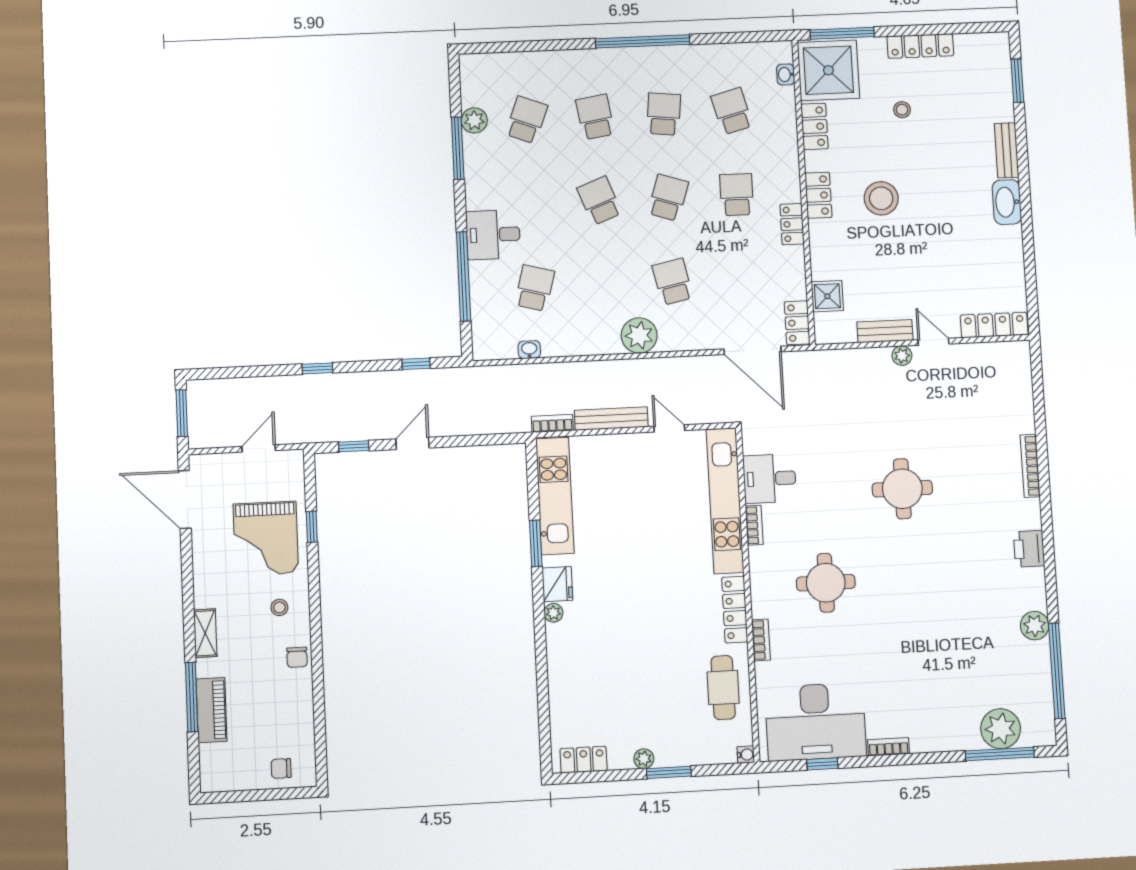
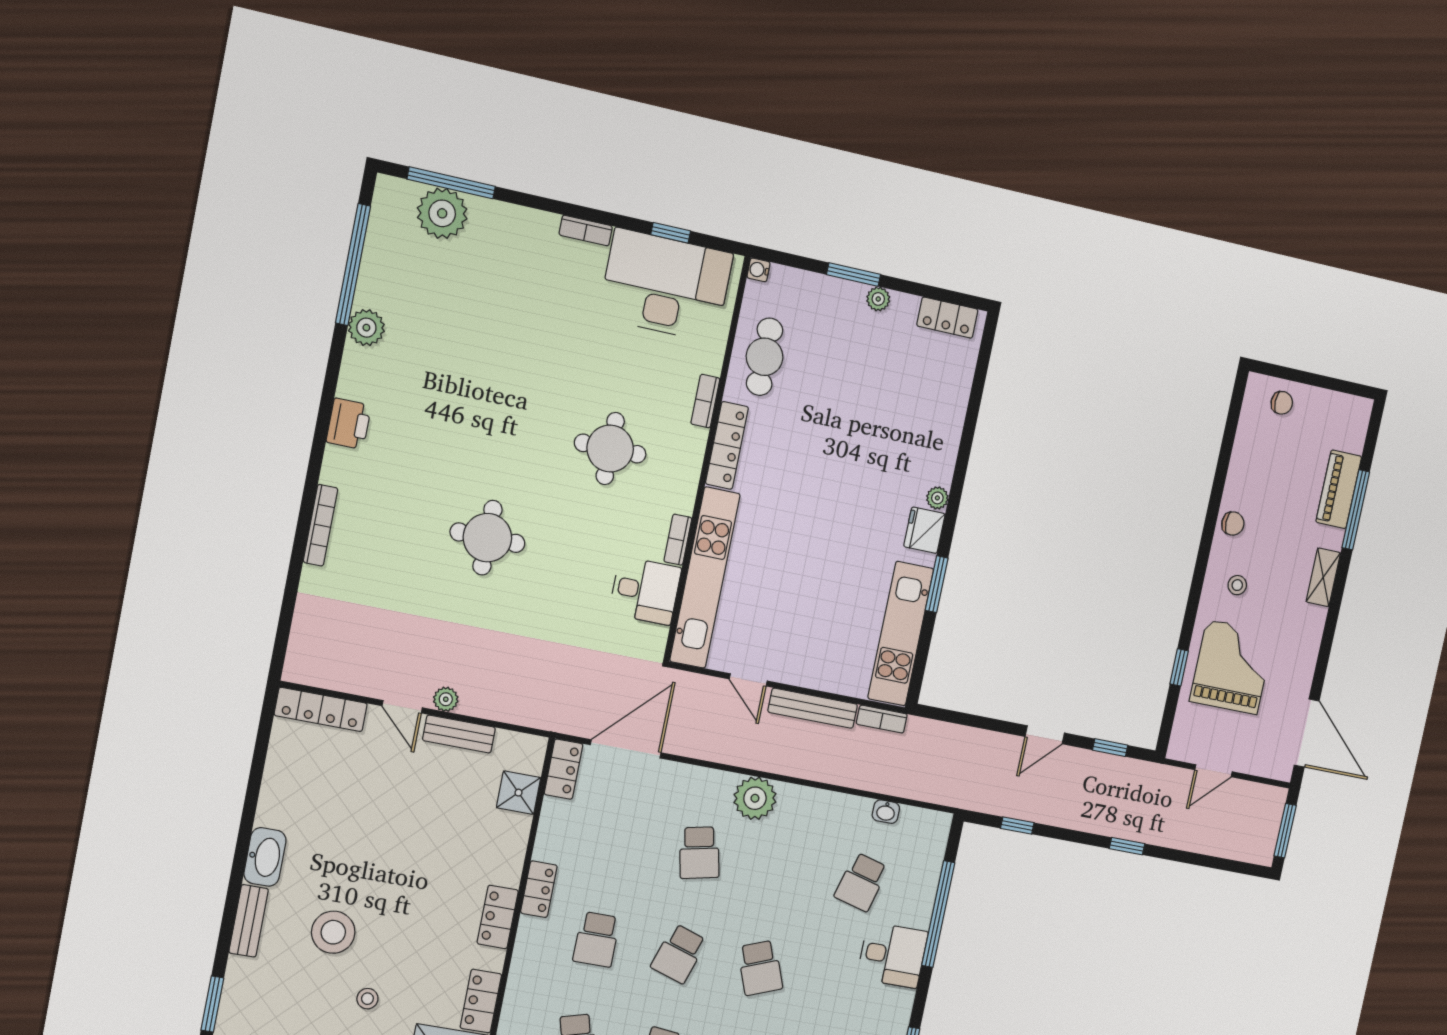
stool: (881, 198) -> (333, 932), moved
door: (752, 350) -> (626, 749), hinge flipped
chair: (297, 657) -> (1233, 524), turned 90

